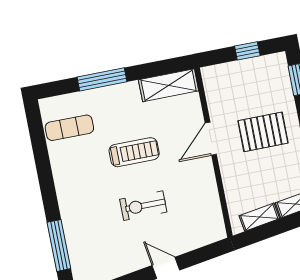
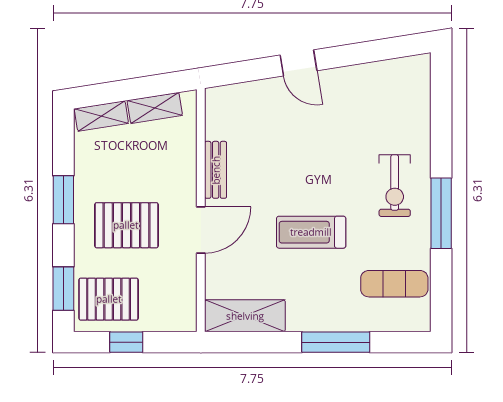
pallet: (265, 78) -> (109, 299), added
bench: (209, 182) -> (216, 170), added
exercise bike: (143, 206) -> (395, 186), moved, turned 90
window: (59, 245) -> (441, 213), moved

